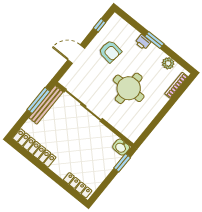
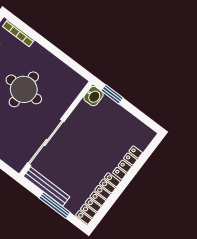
window: (39, 100) -> (55, 205), moved
locker: (78, 185) -> (128, 163), moved

